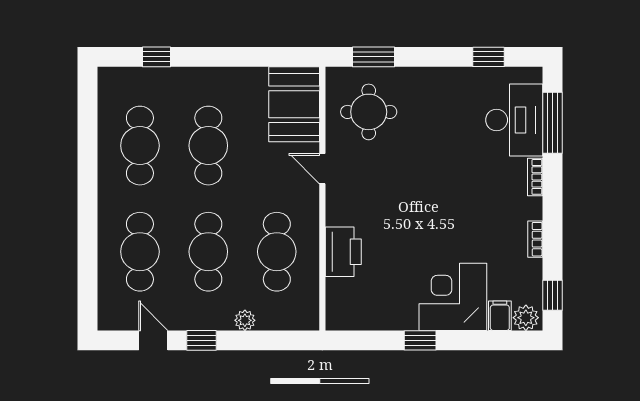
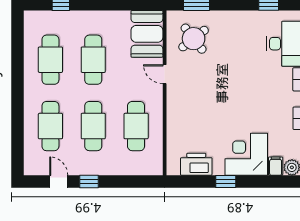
round table: (369, 112) -> (194, 39), turned -38
printer: (343, 252) -> (196, 164), moved, turned -90
plant: (245, 320) -> (116, 169), removed

